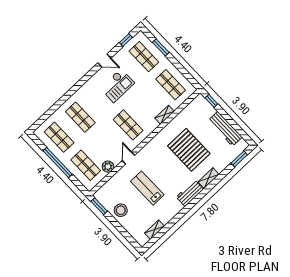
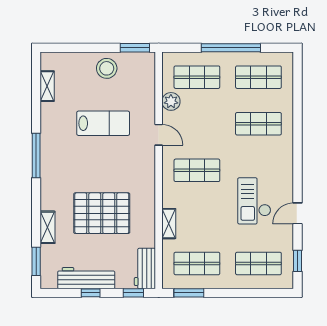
window: (161, 47) -> (189, 293), moved
window: (230, 120) -> (91, 293), added
shelving: (208, 178) -> (48, 227), moved
workbench: (190, 193) -> (145, 269), moved, turned 180
window: (191, 205) -> (36, 156), added

